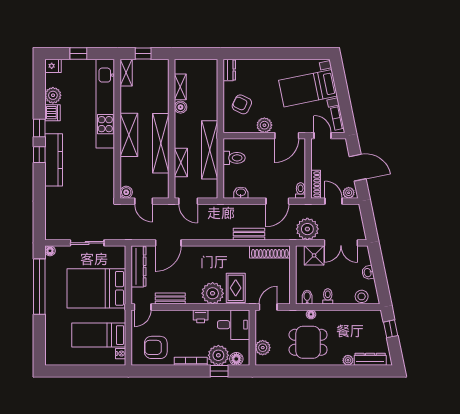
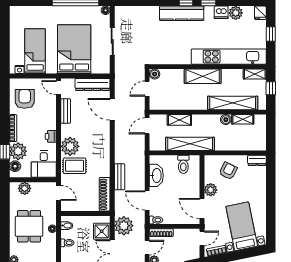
shelving: (161, 143) -> (233, 103), moved
washbasin: (241, 193) -> (156, 175), width x1.91, depth x1.45

